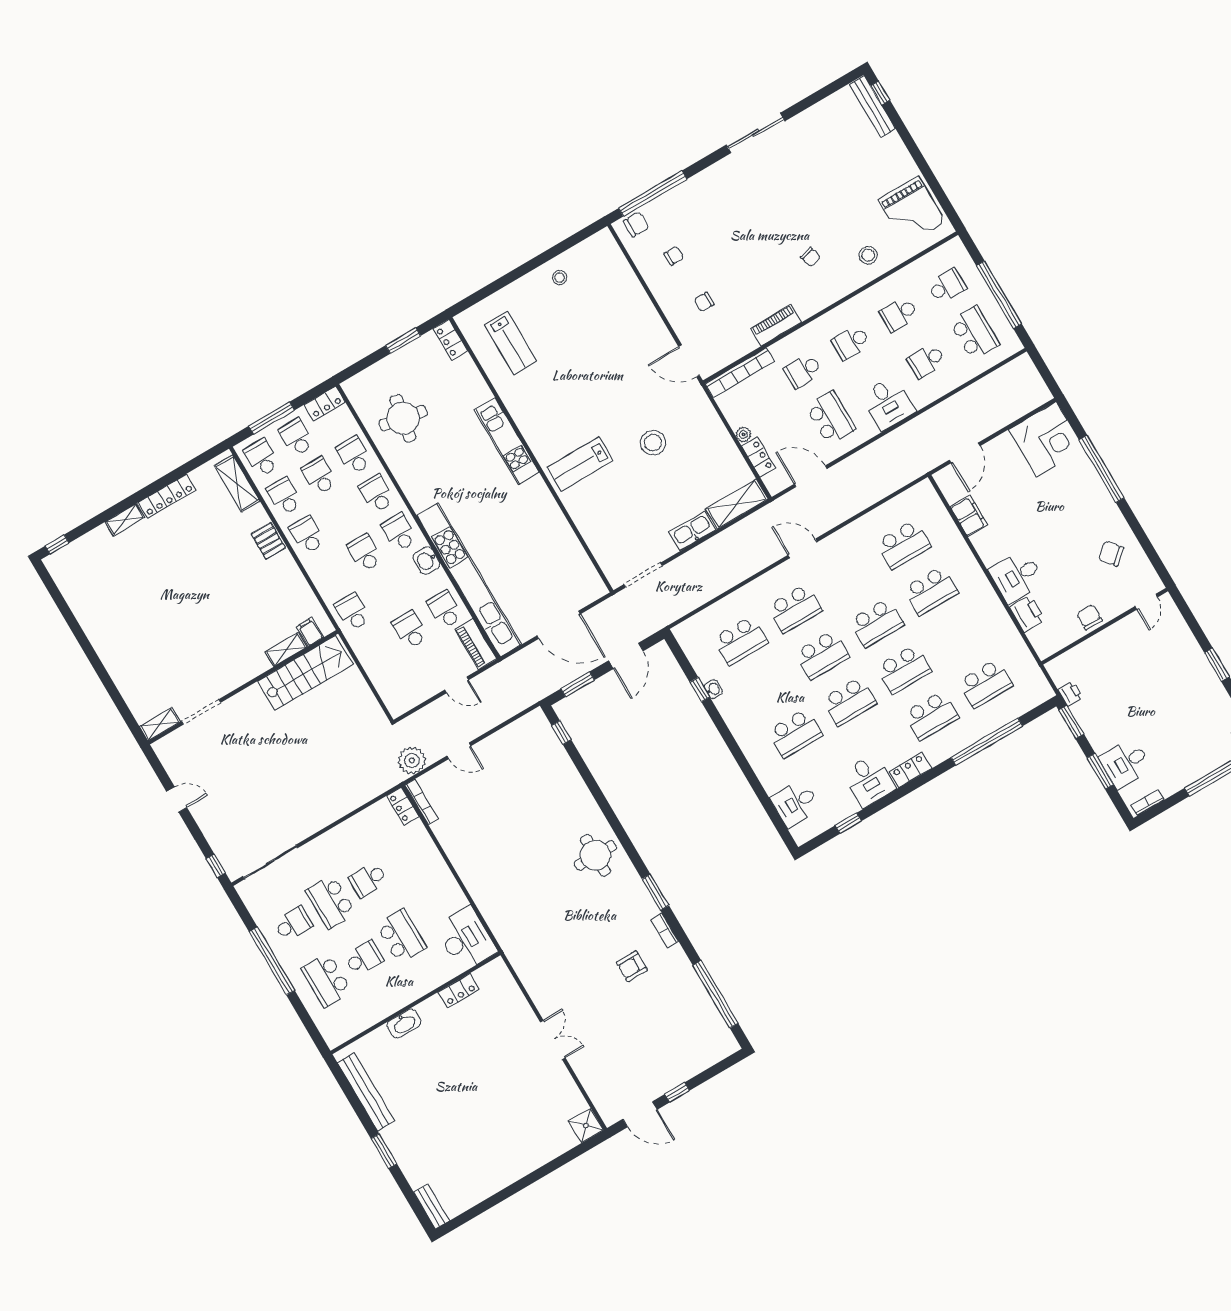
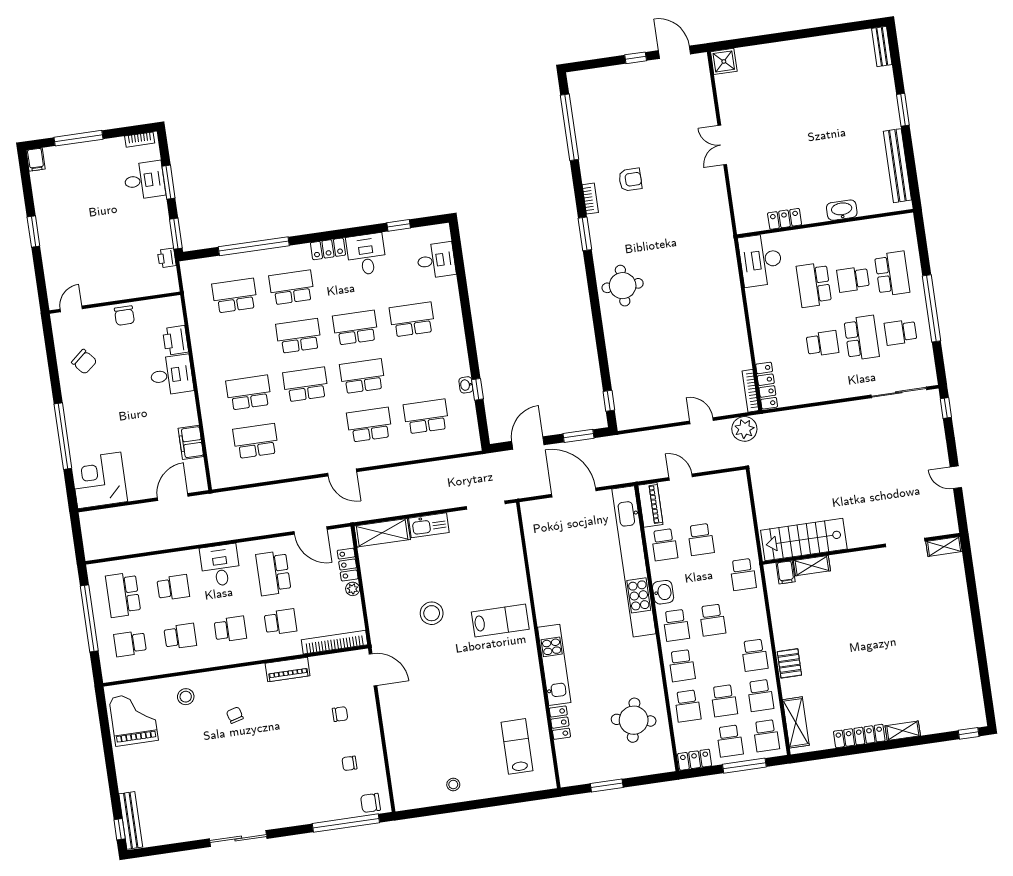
locker: (450, 340) -> (560, 723), moved
locker: (403, 806) -> (767, 386), width x1.53

